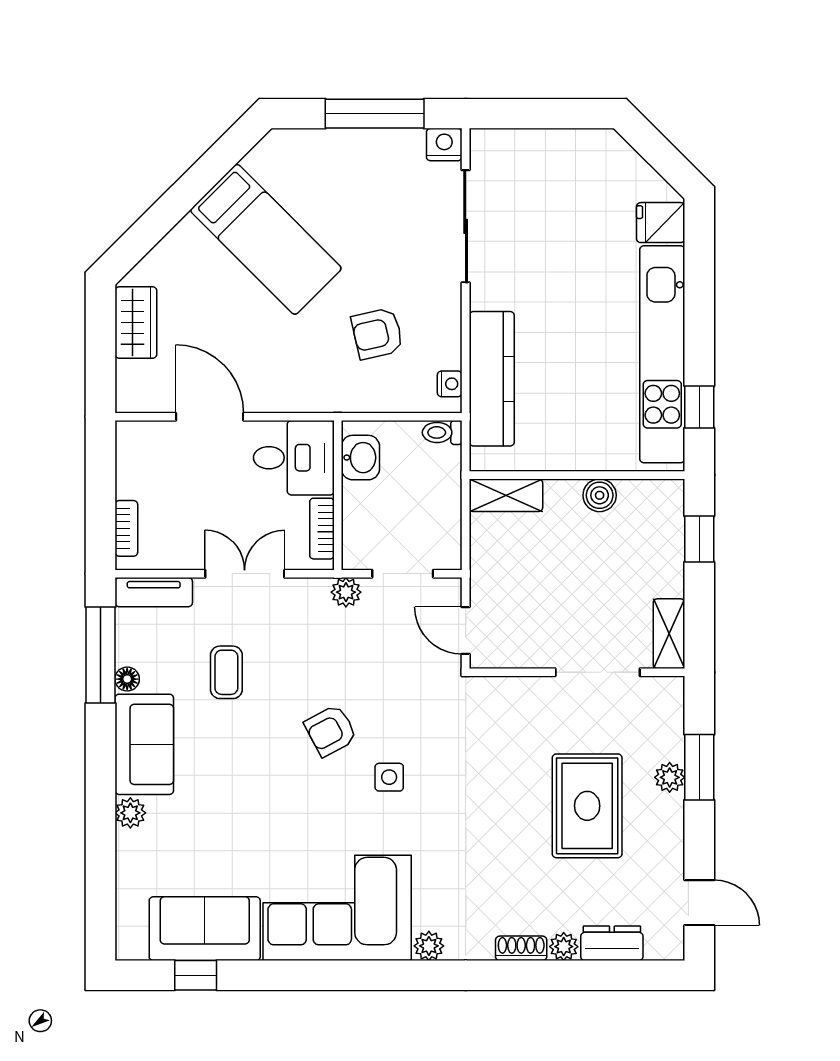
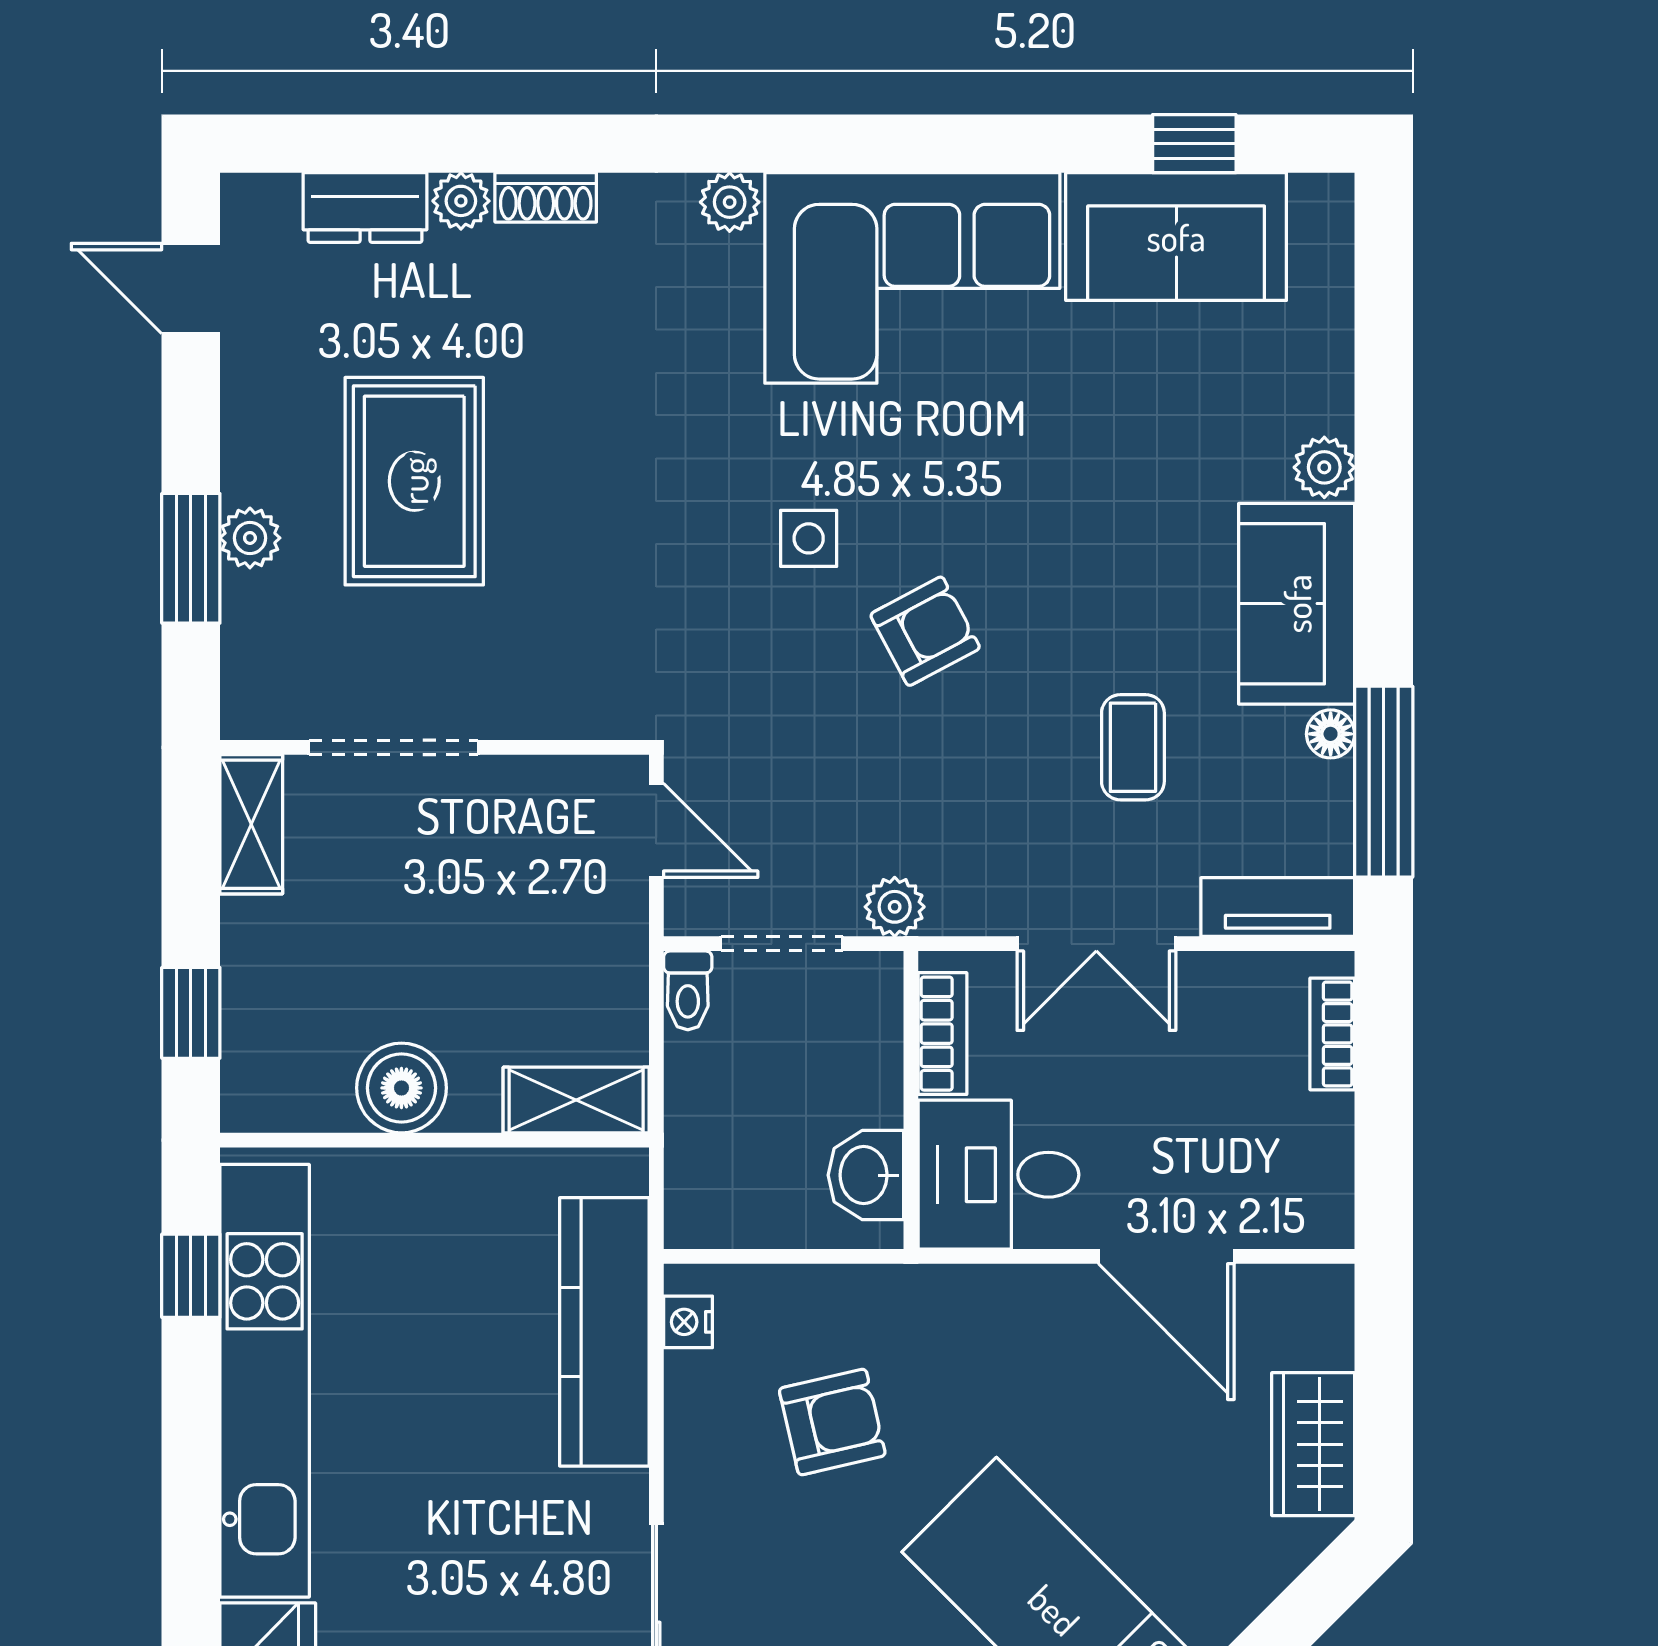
toilet: (442, 432) -> (688, 990), moved, turned 90
boiler: (600, 495) -> (401, 1088), width x1.36, depth x1.36

